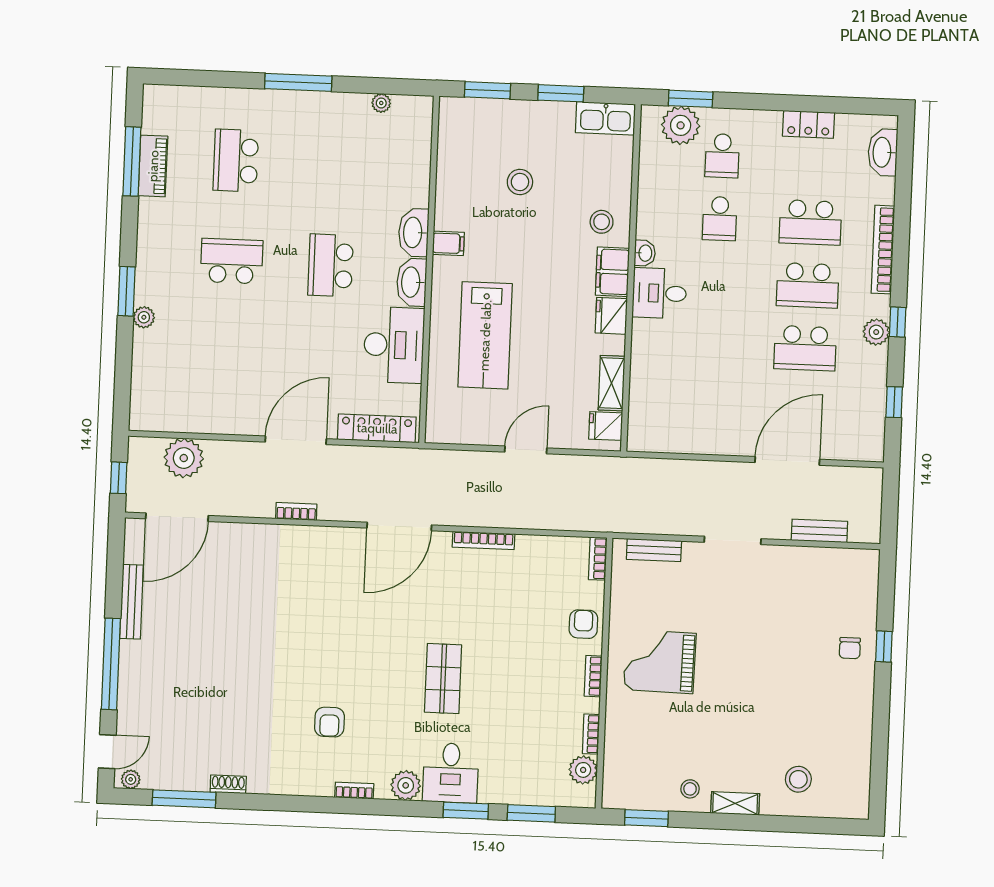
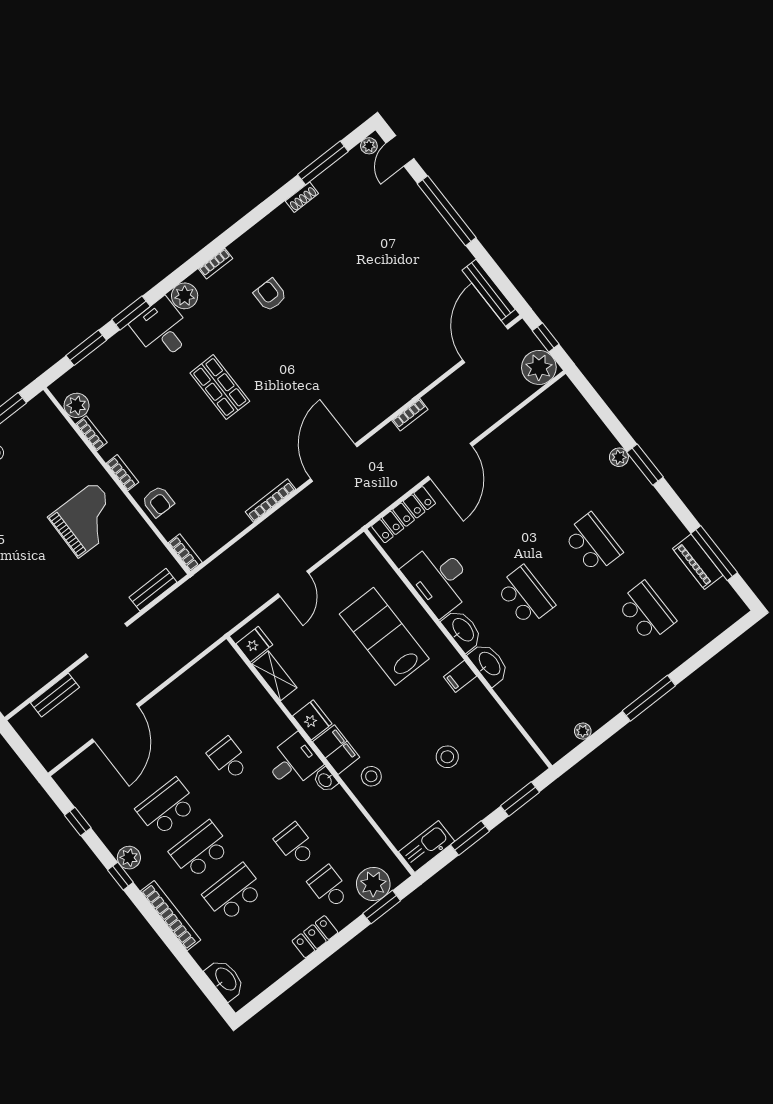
locker: (809, 124) -> (315, 937), moved
school desk: (232, 261) -> (593, 543), turned -90
school desk: (714, 344) -> (228, 759), added
plant: (184, 458) -> (539, 367), moved
bench: (131, 602) -> (489, 290), moved

